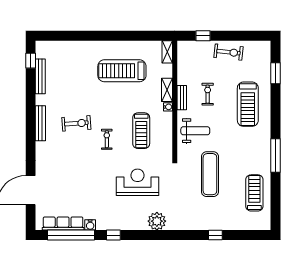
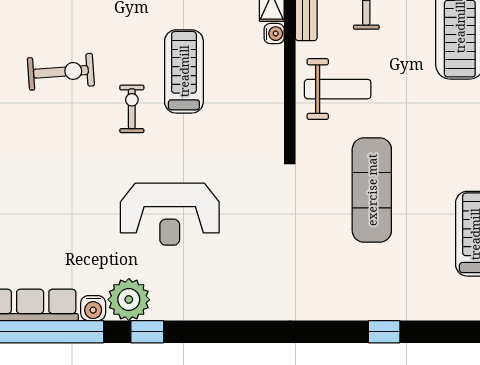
treadmill: (141, 131) -> (184, 71), moved, turned 180
reception desk: (138, 182) -> (170, 214), moved, turned 180
plant: (157, 221) -> (129, 300), moved

